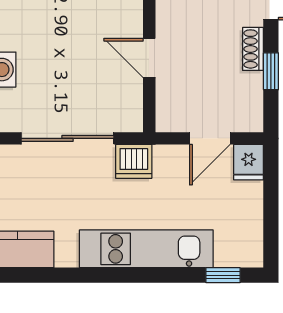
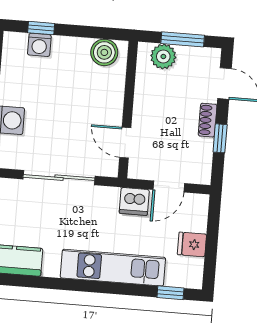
door: (149, 58) -> (125, 143), moved
dishwasher: (134, 161) -> (134, 201), moved
fridge: (249, 162) -> (192, 244), moved, turned 90

